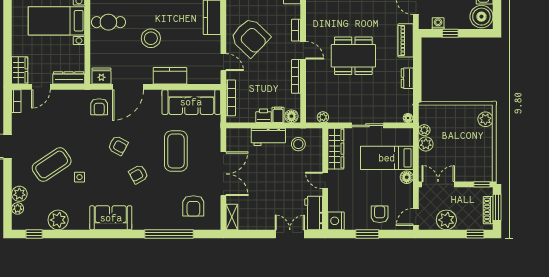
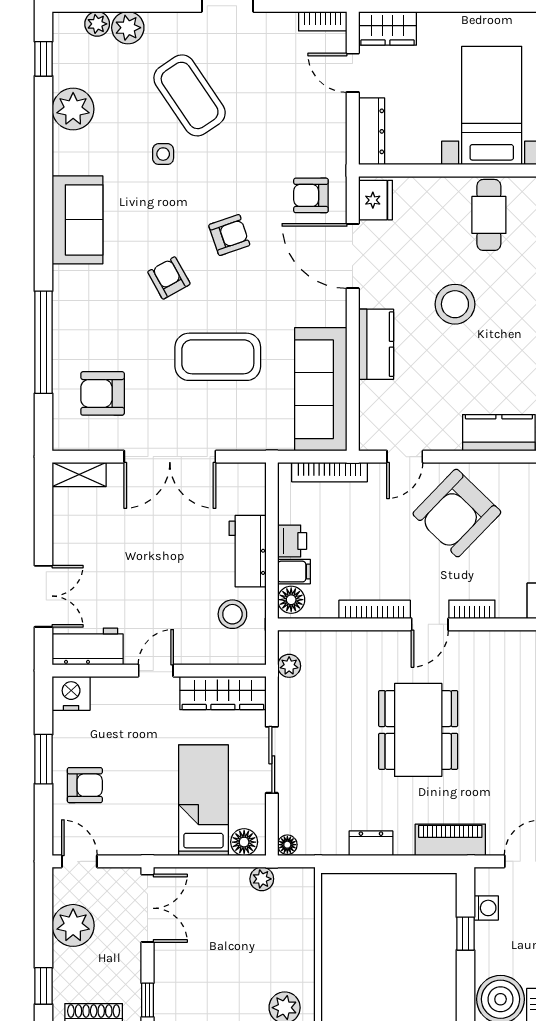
plant: (426, 144) -> (233, 882), removed
armchair: (118, 146) -> (229, 235), turned -137
floor lamp: (407, 177) -> (244, 842), moved

